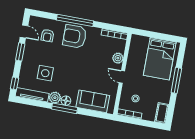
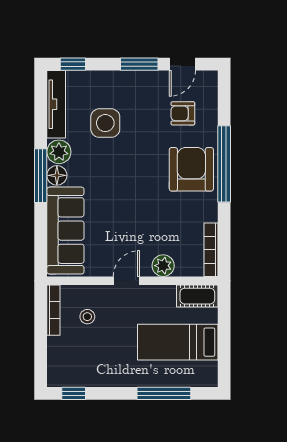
bed: (160, 59) -> (178, 342), width x0.67
window: (176, 80) -> (164, 393), moved
sofa: (93, 101) -> (65, 231), width x1.36
window: (171, 112) -> (74, 393), added
cot: (162, 113) -> (197, 296), moved

